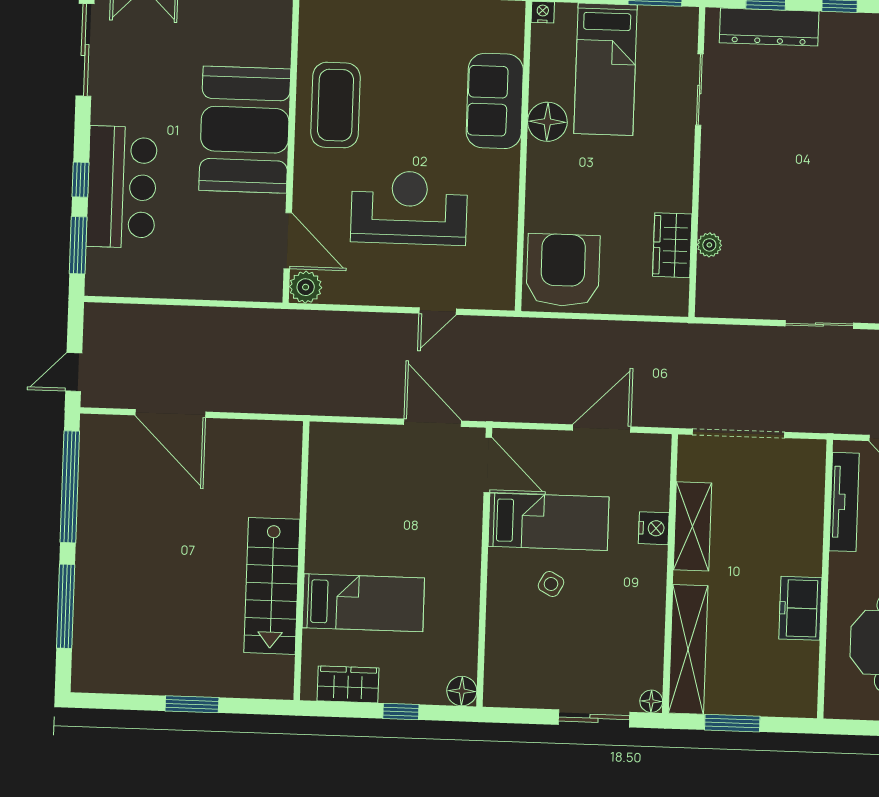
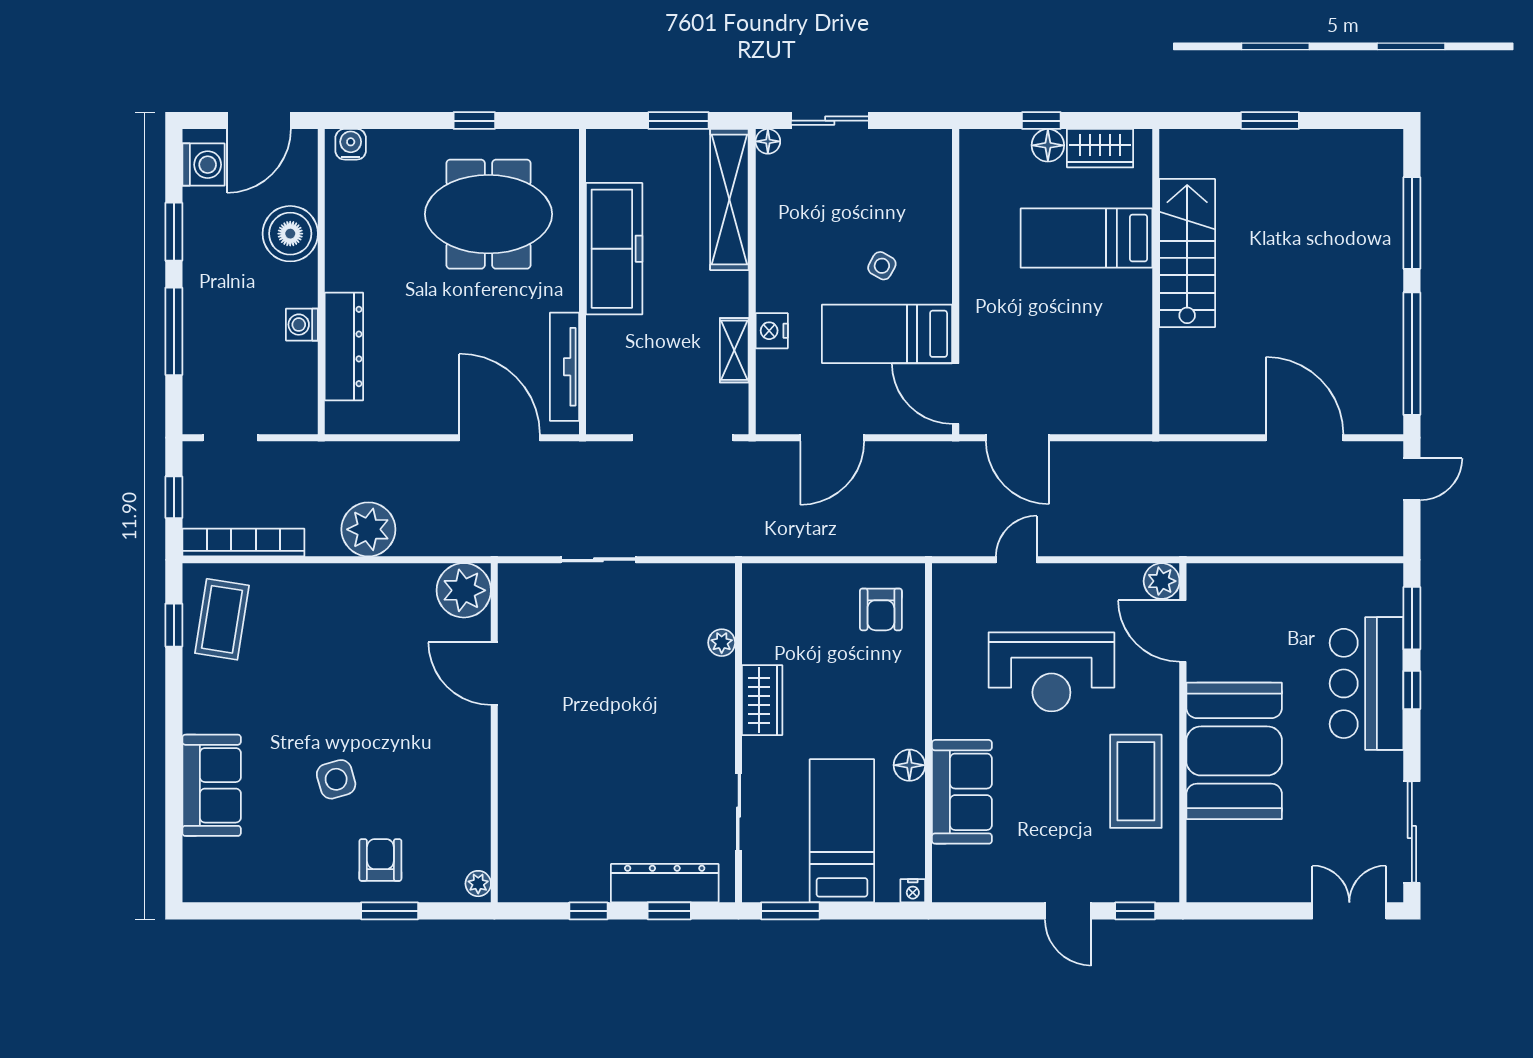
floor lamp: (547, 122) -> (909, 765), width x0.73, depth x0.73
wardrobe: (672, 245) -> (762, 700), moved
armchair: (563, 270) -> (881, 609), width x0.53, depth x0.53
shelving: (692, 526) -> (734, 350), width x0.67, depth x0.75
freezer: (800, 608) -> (614, 249), width x1.91, depth x1.26
floor lamp: (462, 691) -> (1048, 145), moved

